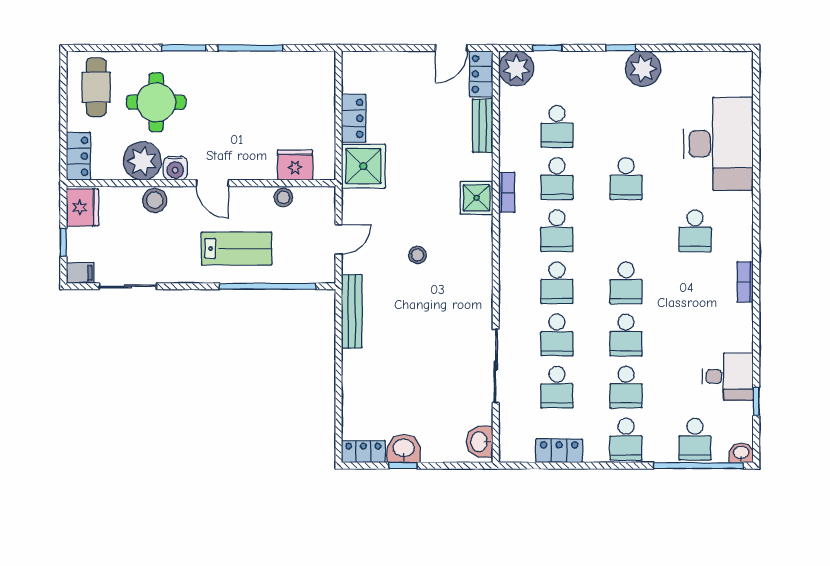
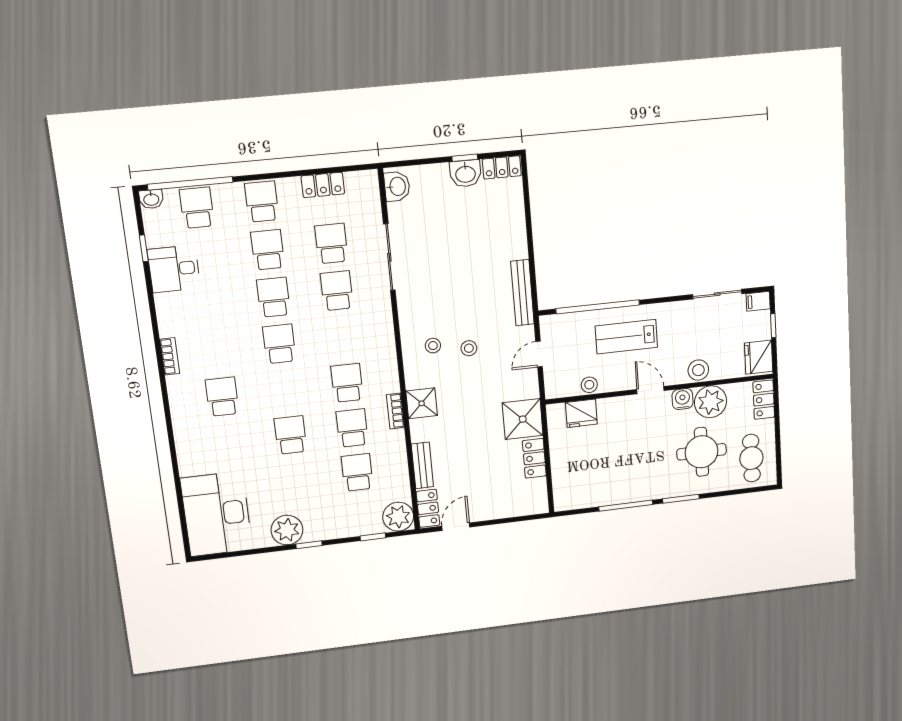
desk: (718, 144) -> (217, 514), moved
stool: (457, 262) -> (433, 346), added
school desk: (557, 283) -> (342, 337), removed

